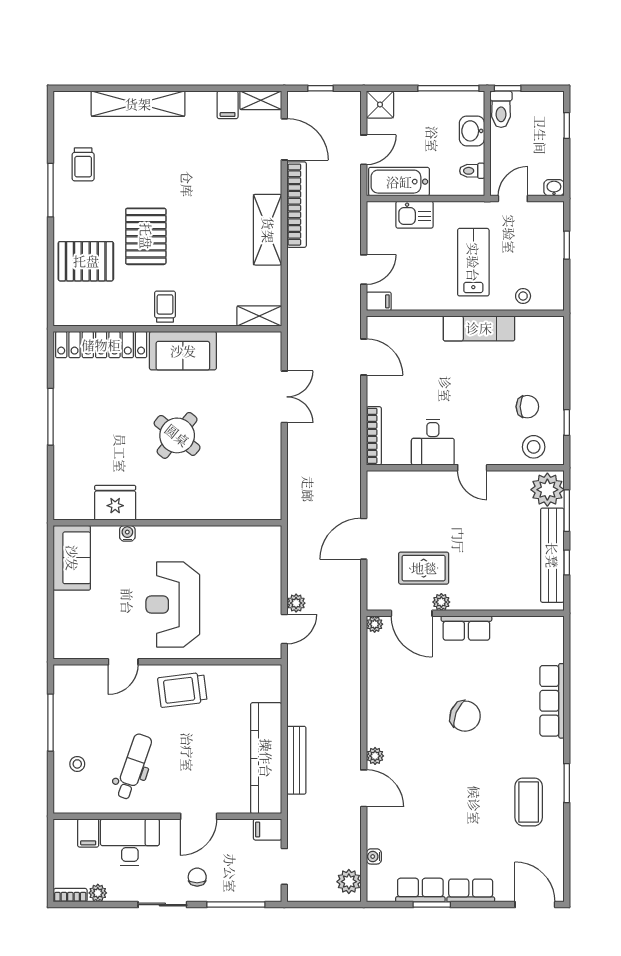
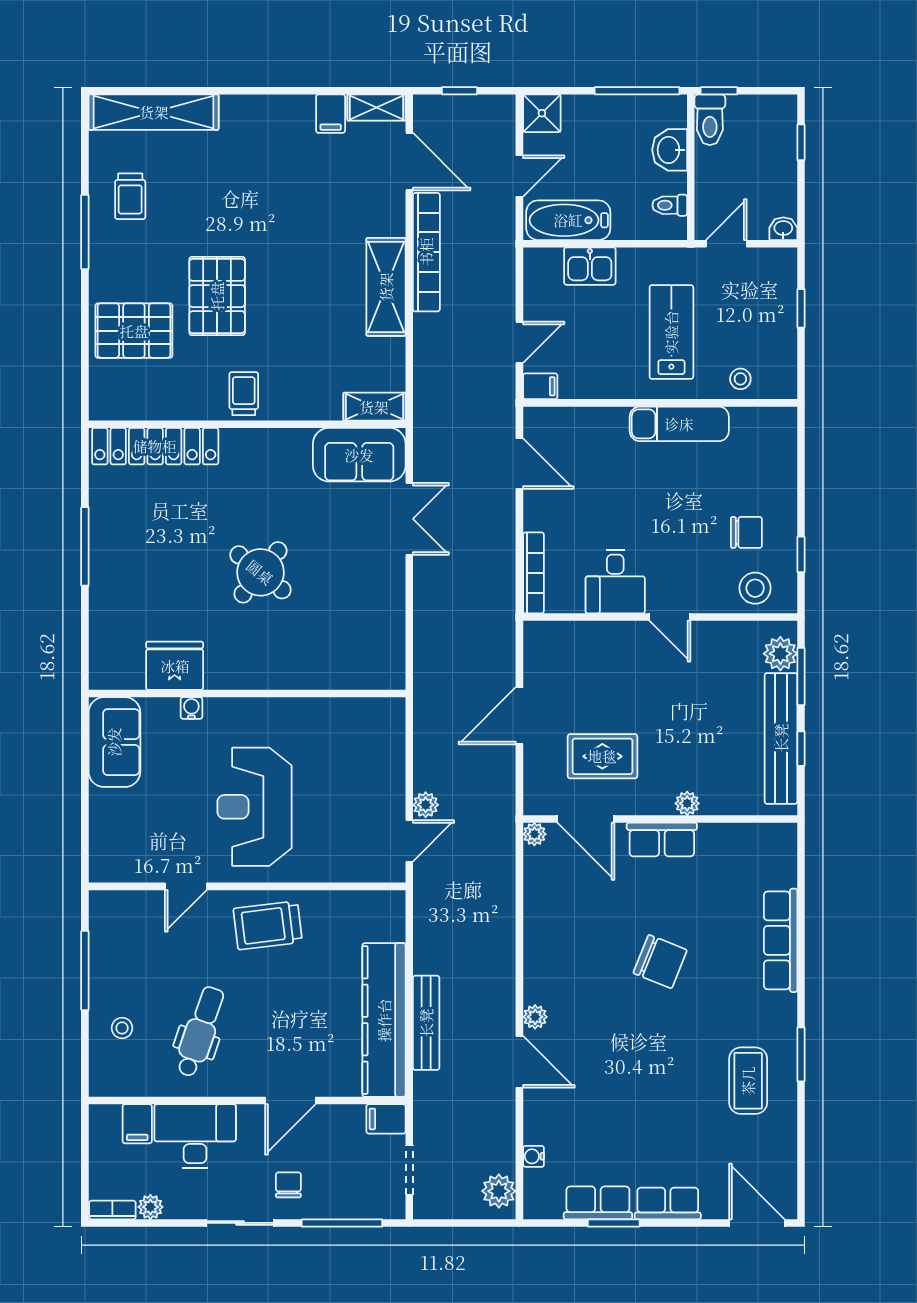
shelving: (138, 104) -> (154, 112), moved
sofa: (183, 351) -> (359, 455), moved
plant: (547, 490) -> (780, 654), width x0.73, depth x0.73
plant: (441, 602) -> (687, 803), moved

